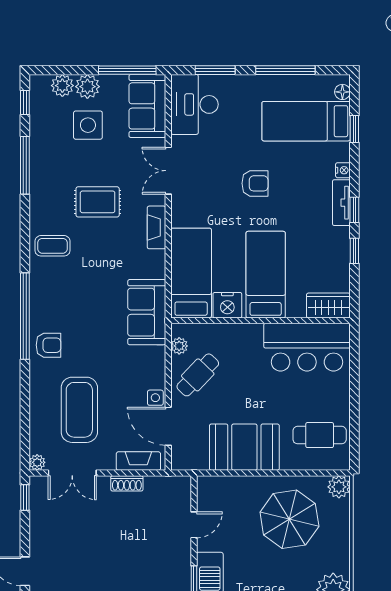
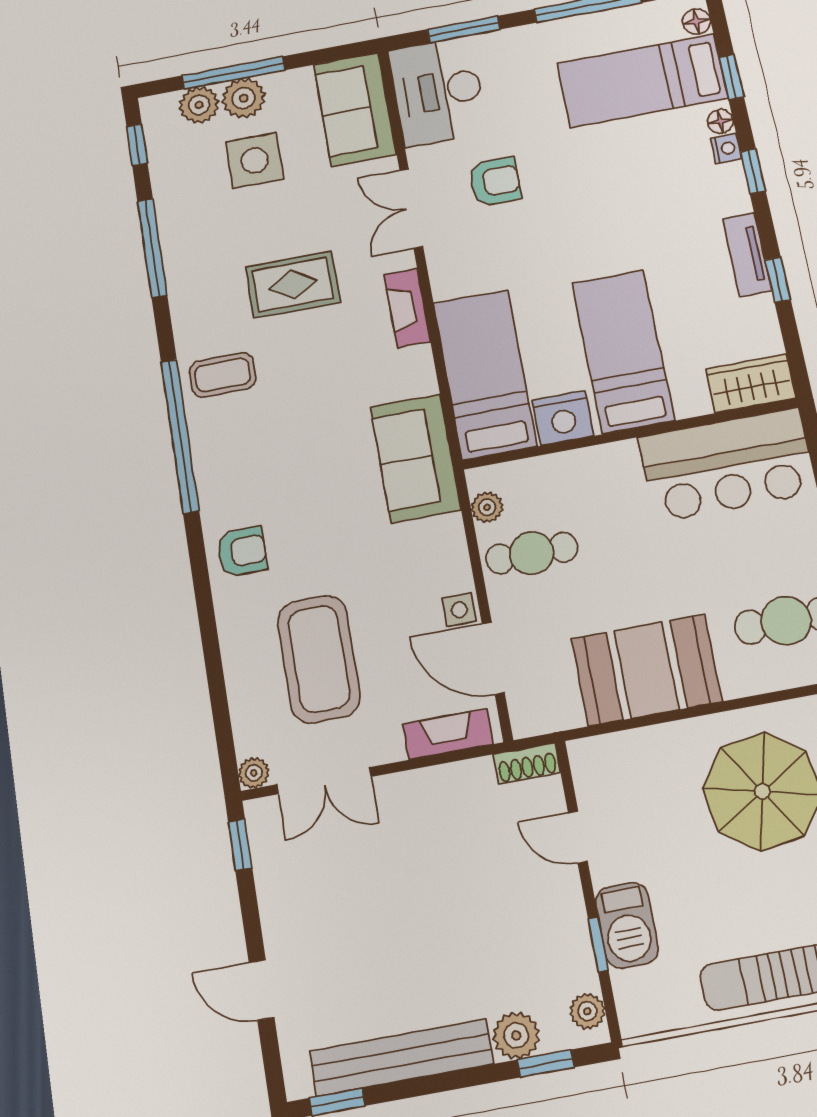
window: (127, 70) -> (234, 73), moved
floor lamp: (343, 154) -> (720, 121), added
armchair: (255, 183) -> (495, 182), moved
tv unit: (341, 203) -> (747, 255), moved
window: (354, 210) -> (753, 171), moved
window: (25, 316) -> (180, 436), moved
cafe table: (198, 375) -> (532, 553), turned 46
shoe rack: (127, 483) -> (527, 763), moved
door: (194, 525) -> (578, 837), swing flipped

